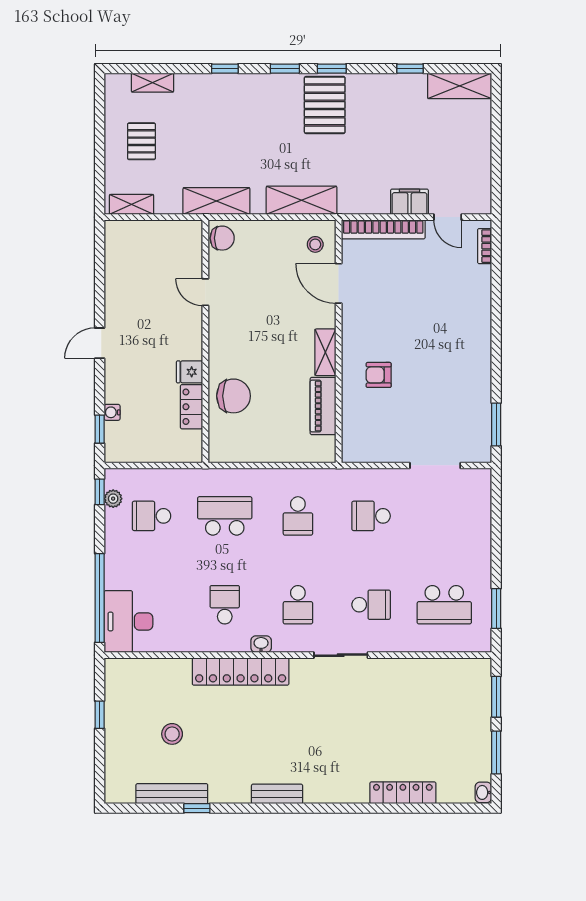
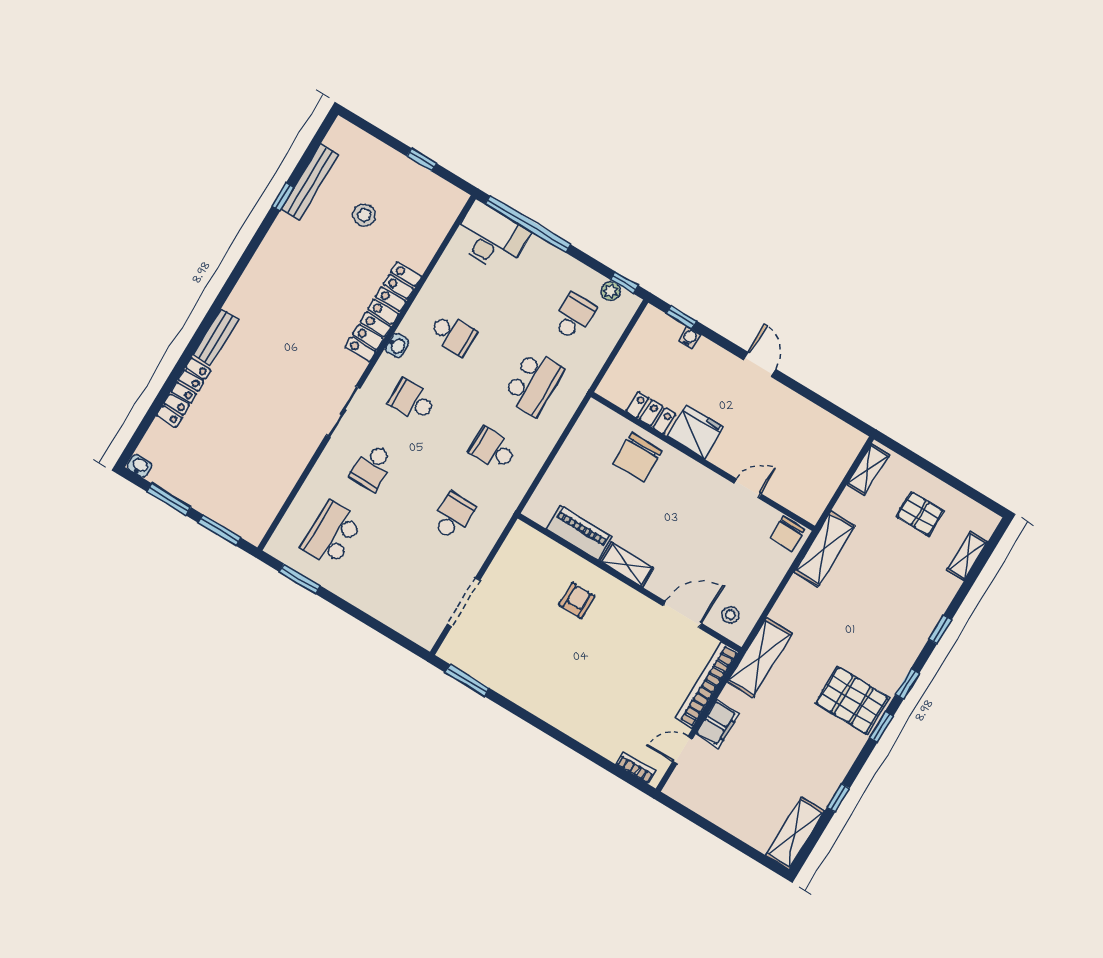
shelving: (302, 200) -> (759, 658), moved
fridge: (190, 372) -> (695, 432), width x1.88, depth x1.34
bench: (277, 794) -> (216, 337), moved

